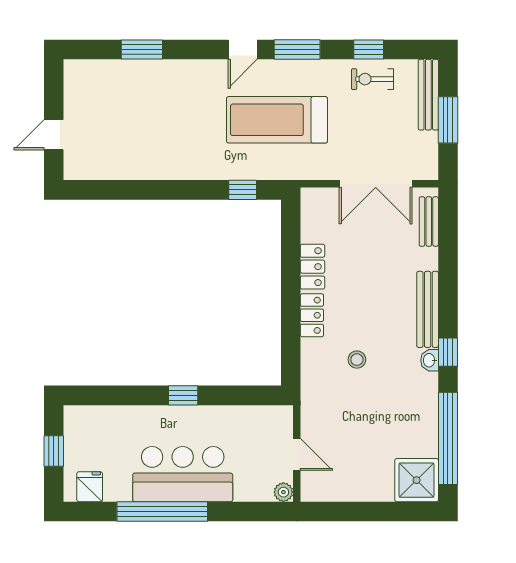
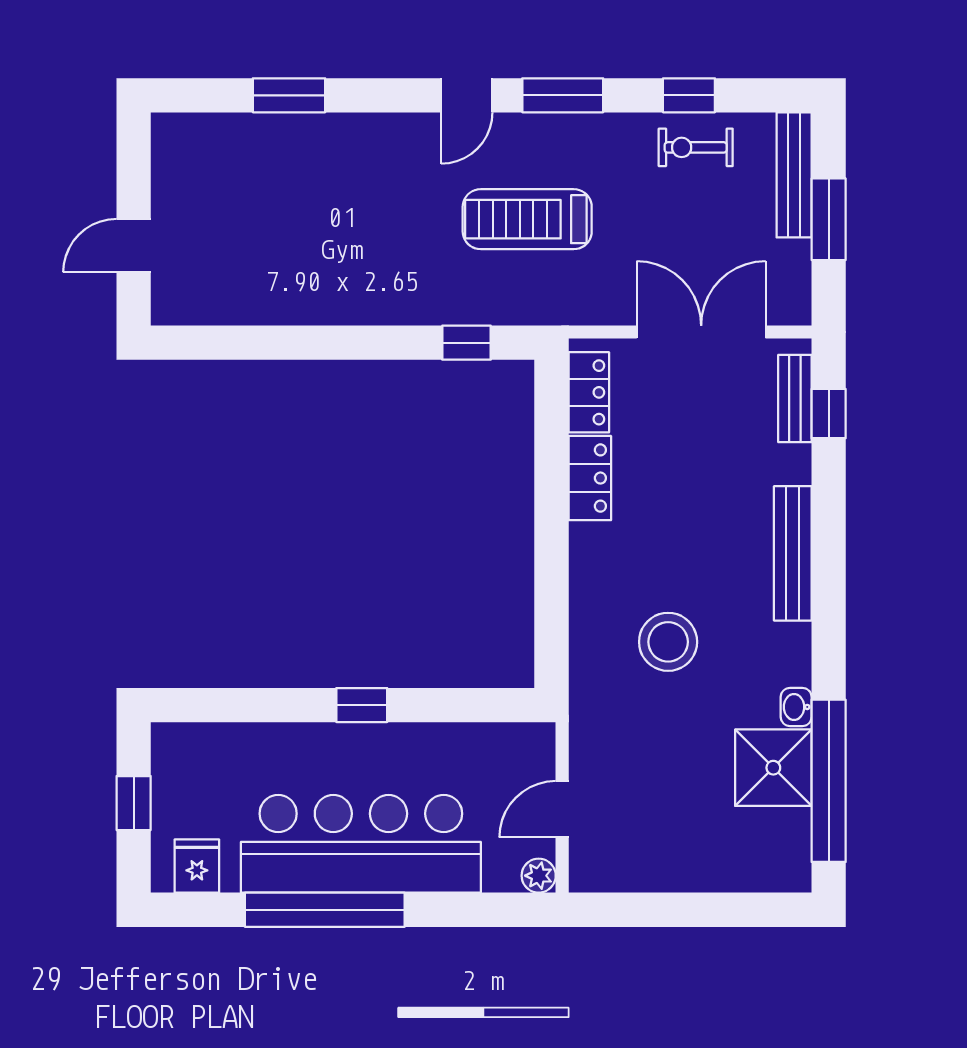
treadmill: (277, 120) -> (527, 219), width x0.73, depth x0.73
double door: (376, 184) -> (701, 332), swing flipped
locker: (312, 315) -> (589, 392), moved
window: (448, 352) -> (829, 414), moved
stool: (357, 360) -> (668, 642), width x1.89, depth x1.89
washbasin: (430, 360) -> (796, 707), moved
door: (297, 454) -> (562, 809), swing flipped
bar counter: (183, 474) -> (361, 844), width x1.36
shower: (417, 480) -> (773, 768), moved

